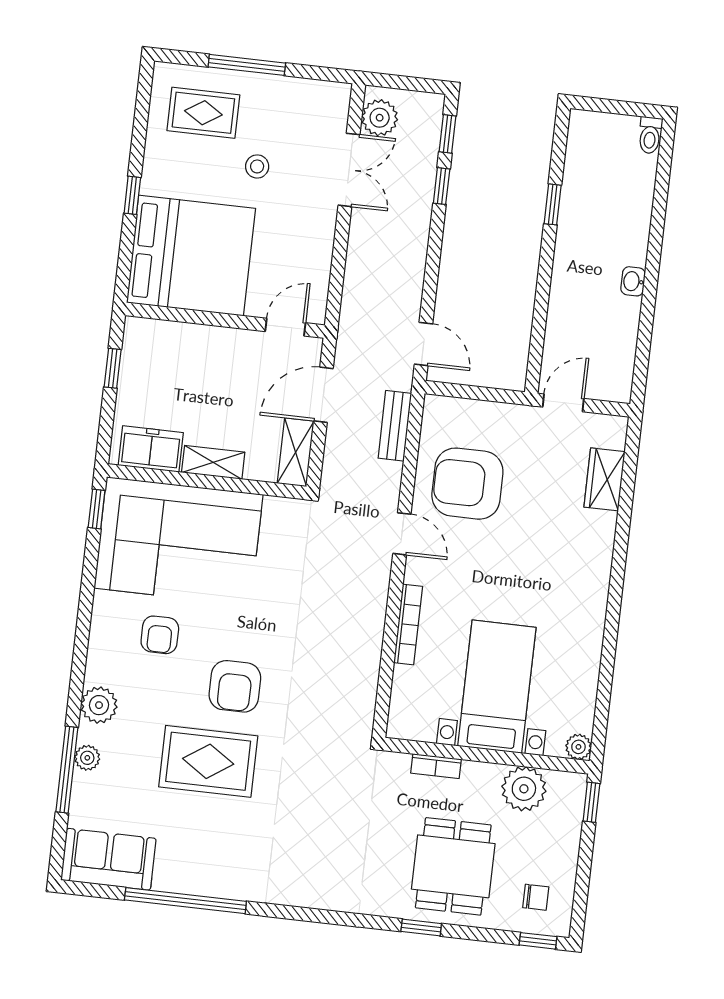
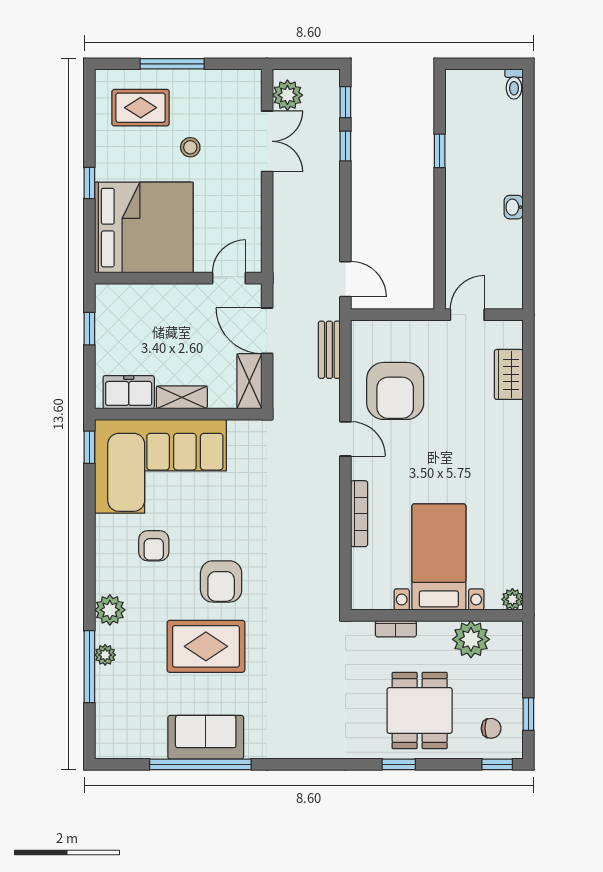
door: (323, 395) -> (267, 331), hinge flipped
armchair: (467, 484) -> (395, 391), turned -90
window: (591, 802) -> (528, 714), moved
sofa: (108, 859) -> (206, 737), moved

